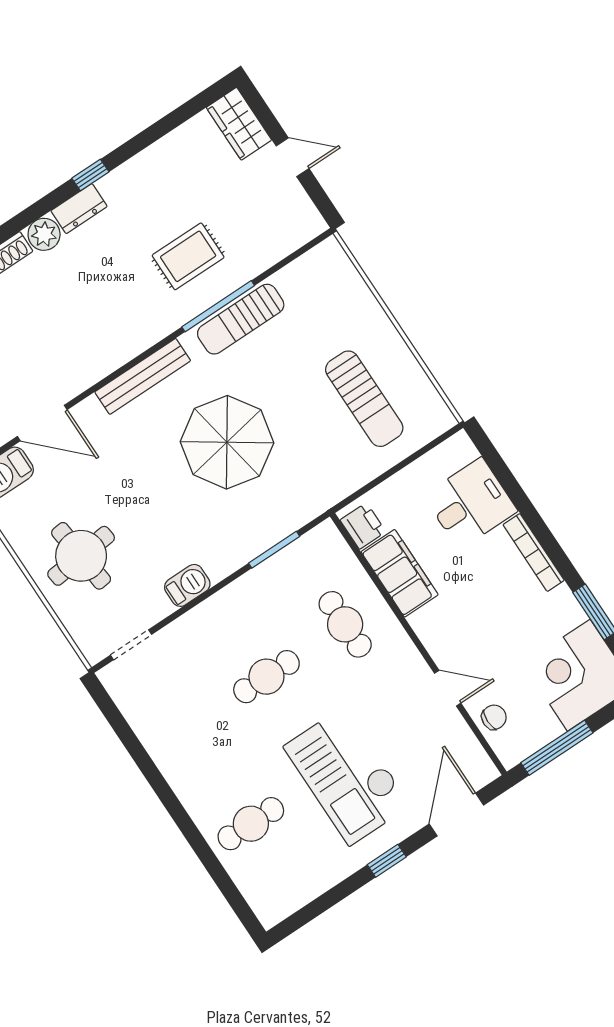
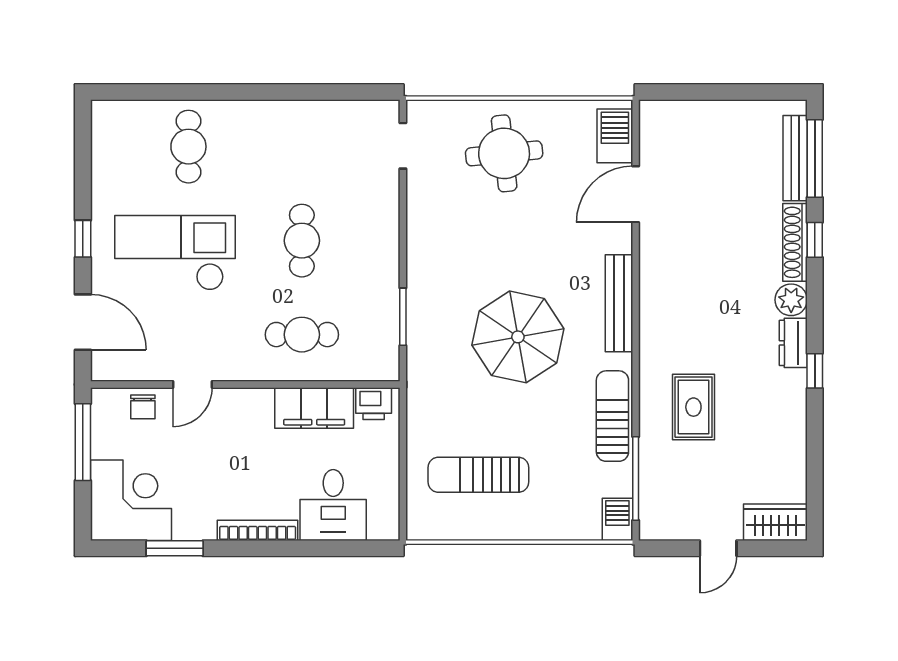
window: (218, 306) -> (636, 479), moved
barbecue: (187, 585) -> (617, 519), moved, turned 180

